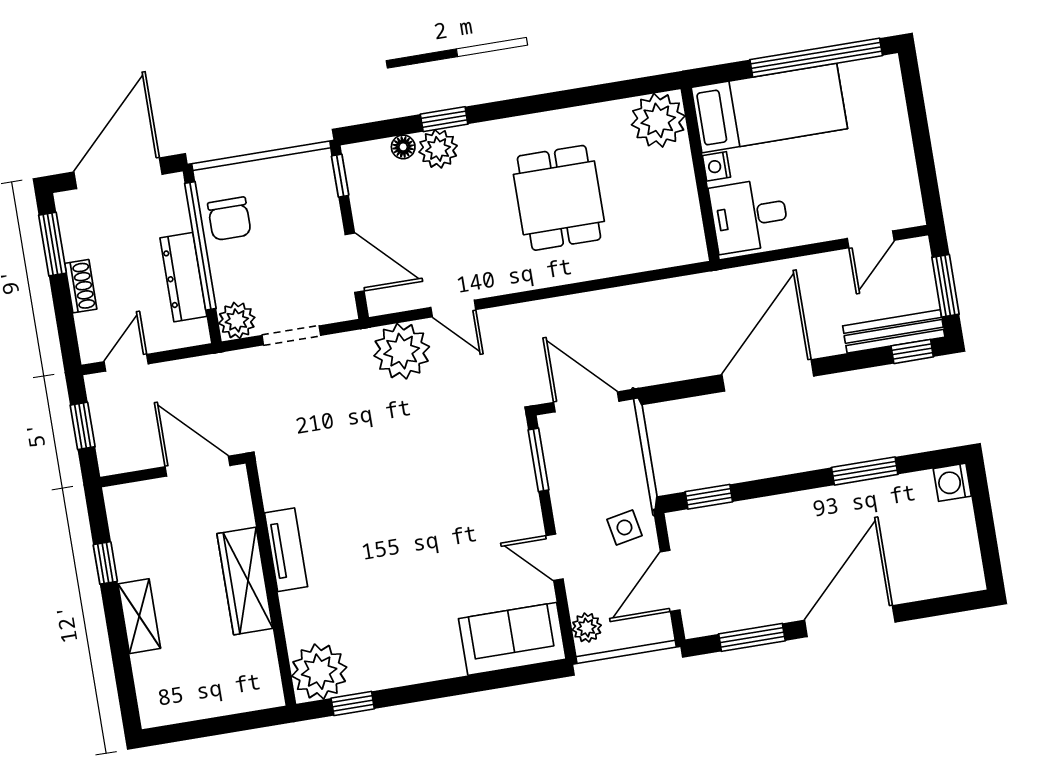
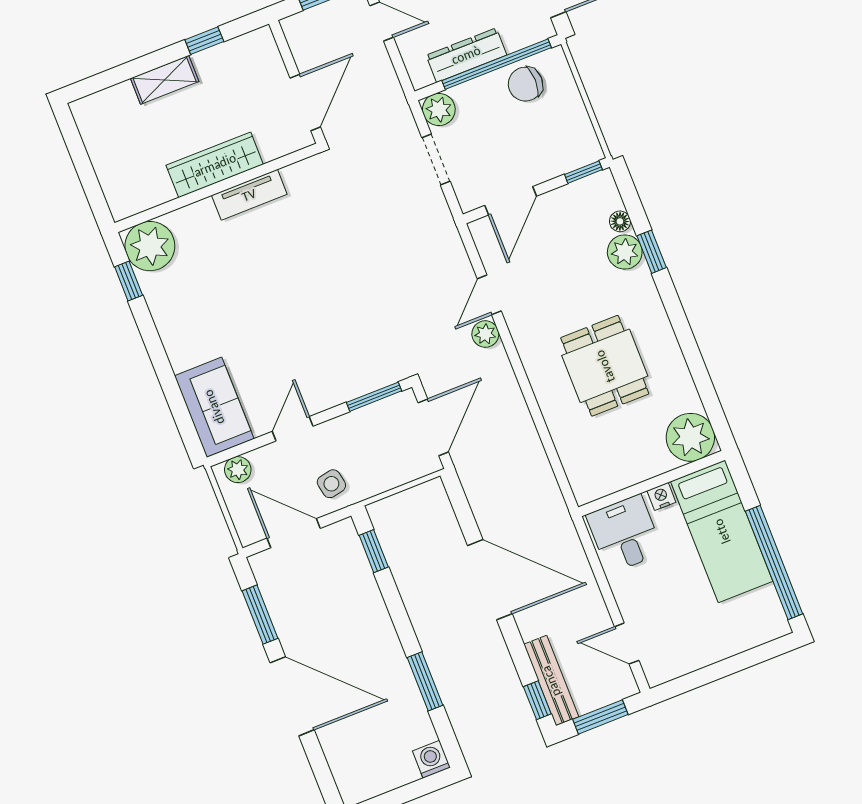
dining table: (559, 198) -> (605, 366), turned 90
plant: (402, 351) -> (485, 334), moved, width x0.53, depth x0.53

